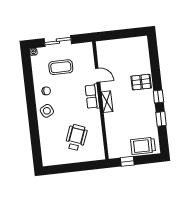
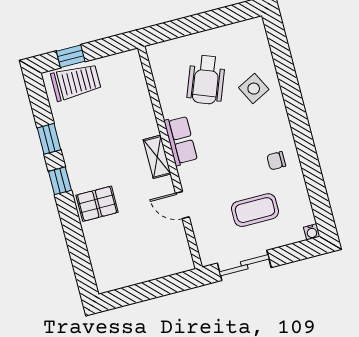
sliding door: (58, 41) -> (244, 265), moved
row of seats: (92, 96) -> (181, 141), moved
side table: (47, 111) -> (254, 89), moved
window: (127, 161) -> (71, 56), moved

